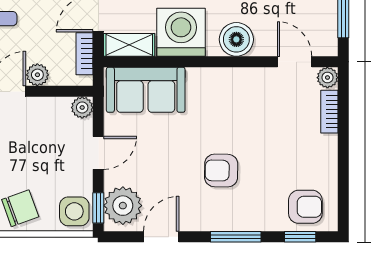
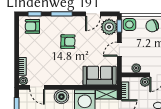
plant: (82, 107) -> (136, 68), moved

